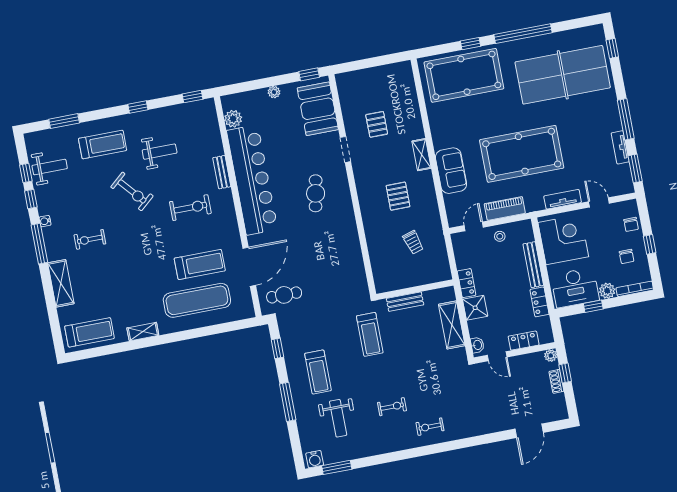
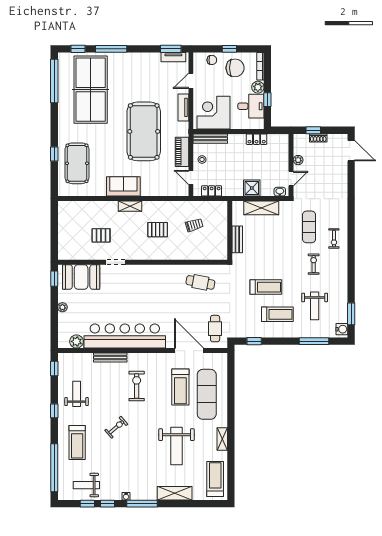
window: (523, 34) -> (54, 81), moved
pool table: (464, 75) -> (77, 163), width x0.73, depth x0.76
window: (626, 119) -> (111, 49), moved
window: (64, 121) -> (54, 468), width x2.11
treadmill: (103, 144) -> (77, 442), turned 180
tv unit: (620, 147) -> (173, 57), moved
weight bench: (160, 152) -> (77, 394), moved
weight bench: (50, 167) -> (86, 485), turned -90
sofa: (451, 171) -> (123, 186), moved
bench: (222, 172) -> (110, 358), width x1.36
exercise bike: (132, 191) -> (116, 427), width x0.73, depth x0.72
cafe table: (316, 193) -> (200, 282), moved
exercise bike: (90, 239) -> (146, 465), removed
chair: (627, 256) -> (235, 68), width x1.87, depth x1.87
treadmill: (200, 264) -> (180, 387), turned 180
bench: (533, 265) -> (210, 139), moved
weight bench: (123, 274) -> (176, 446), added
locker: (467, 283) -> (212, 191), moved
desk: (575, 288) -> (251, 106), width x0.73
treadmill: (370, 334) -> (266, 287), moved
locker: (524, 341) -> (283, 157), removed
plant: (551, 356) -> (298, 160), moved
exercise mat: (439, 392) -> (309, 227), added
window: (288, 402) -> (314, 341), moved
weight bench: (338, 418) -> (315, 306), turned 90
door: (529, 431) -> (351, 151), moved

